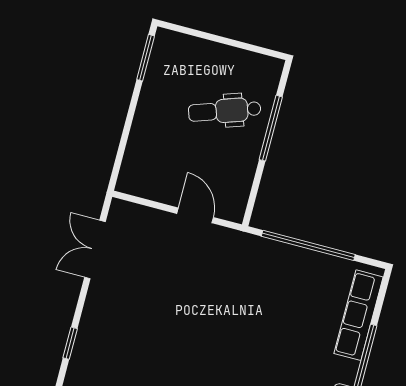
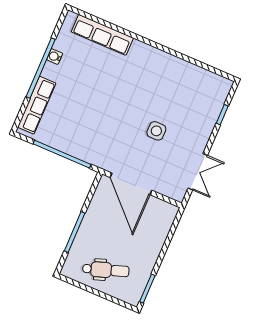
dental chair: (225, 111) -> (106, 270), moved
door: (195, 215) -> (131, 184), width x1.87
side table: (168, 303) -> (156, 131), added

